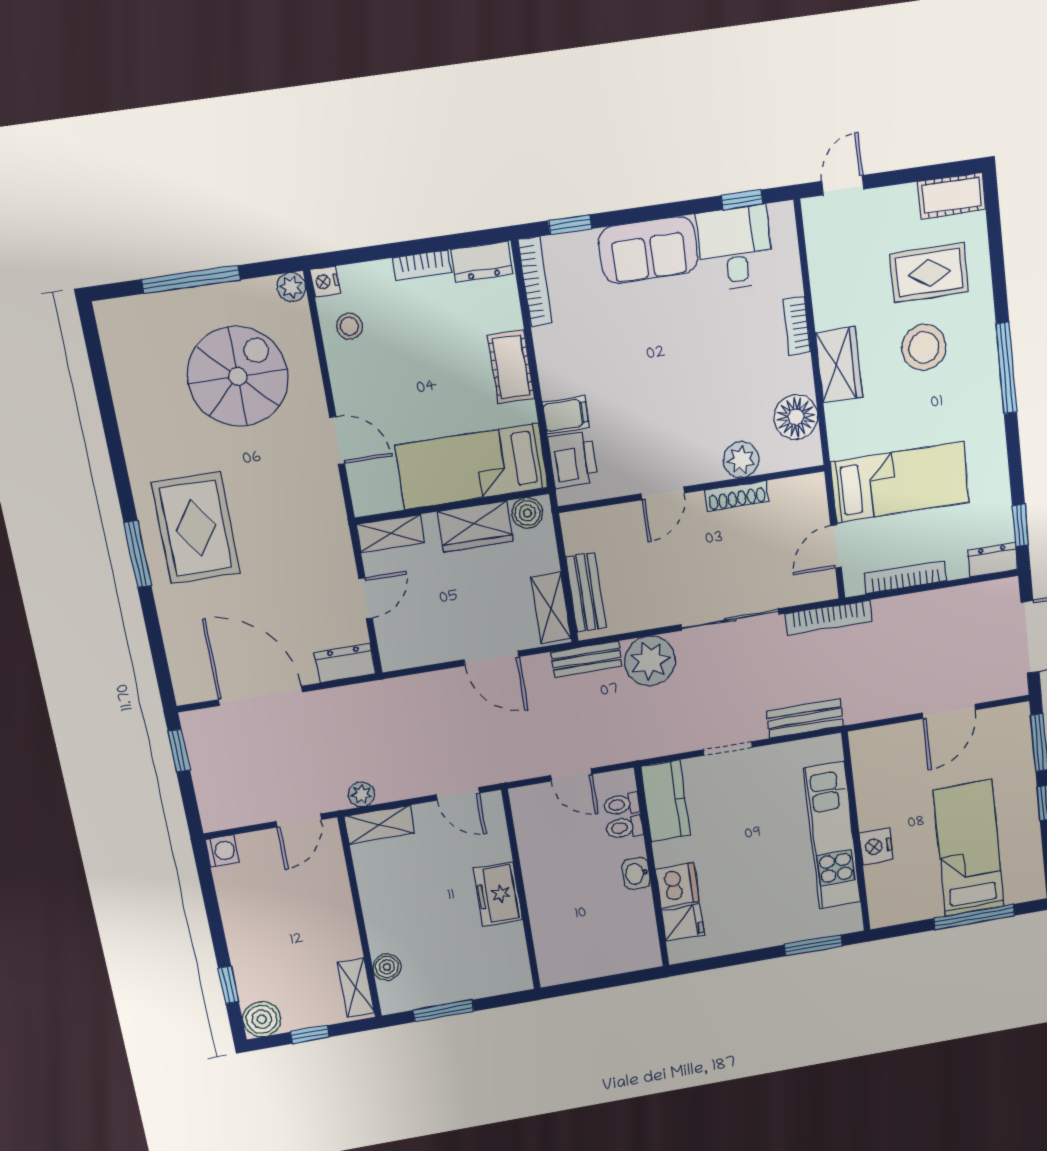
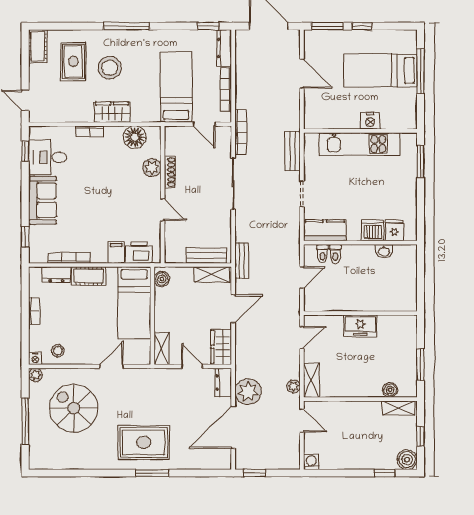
dresser: (482, 262) -> (56, 275), moved, turned 90
bookcase: (535, 282) -> (69, 258), moved
wardrobe: (475, 526) -> (221, 347), moved, turned 180
dresser: (993, 560) -> (224, 48), width x1.44
plant: (650, 661) -> (248, 392), moved
washbasin: (636, 873) -> (384, 251), moved

